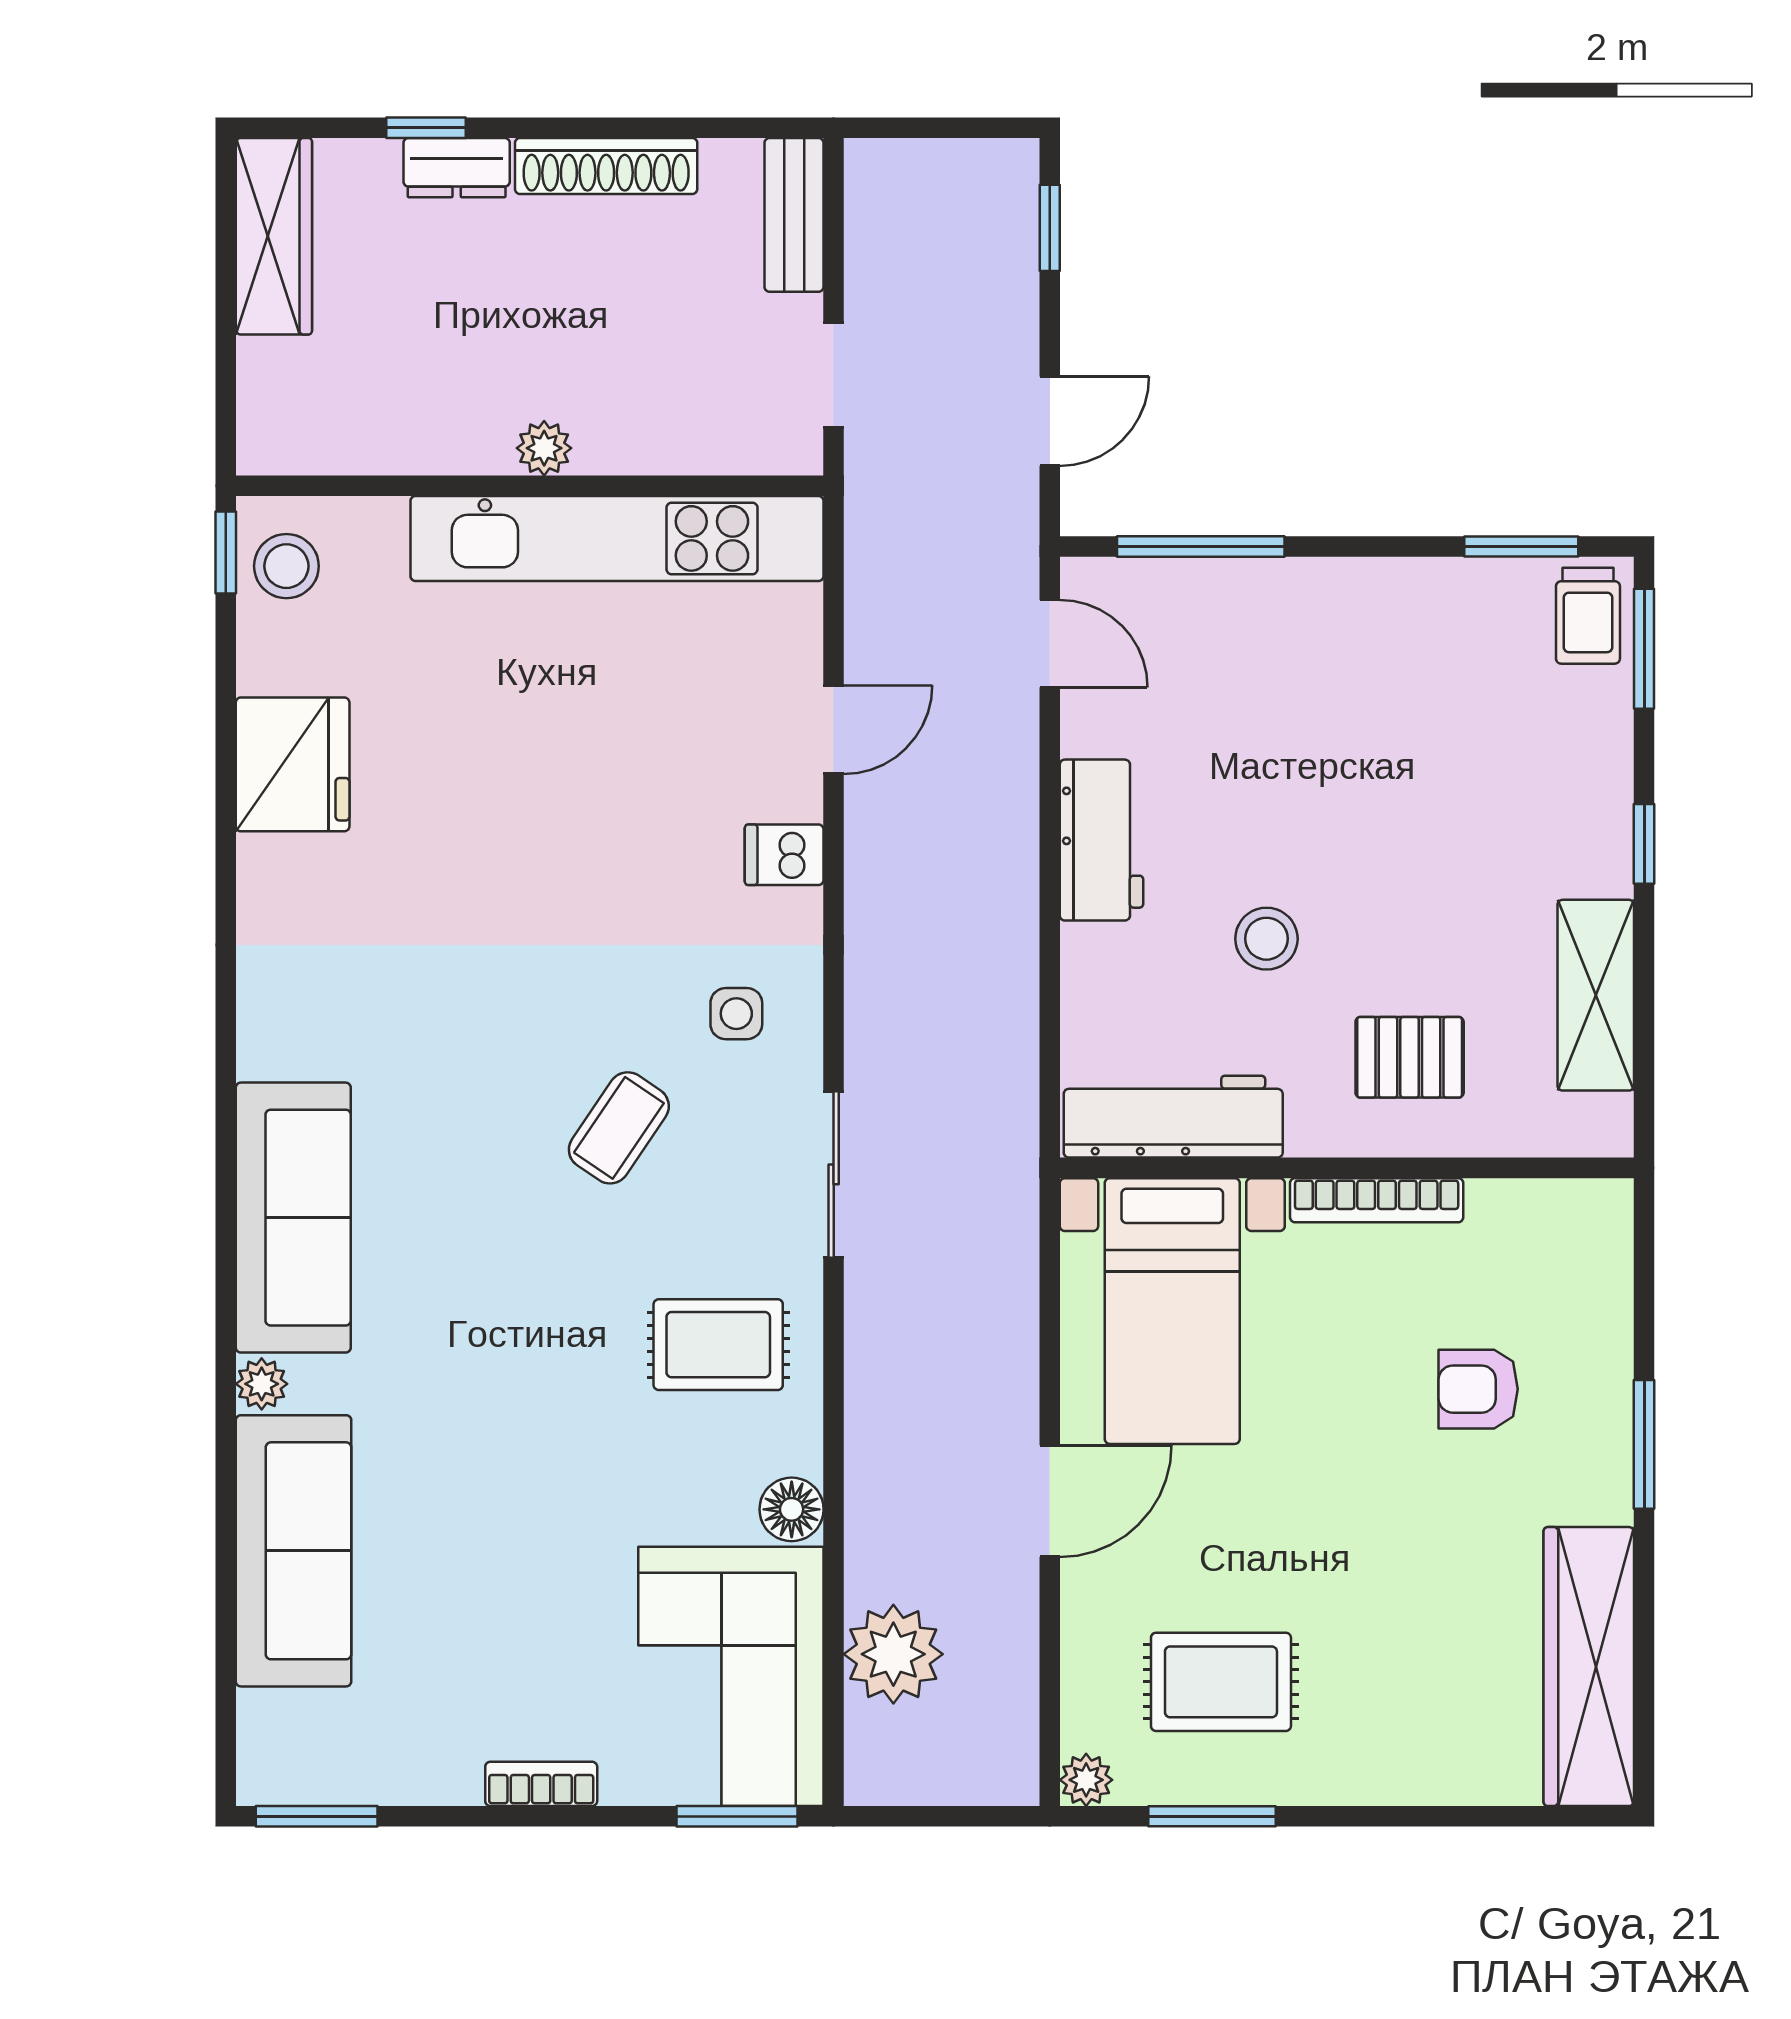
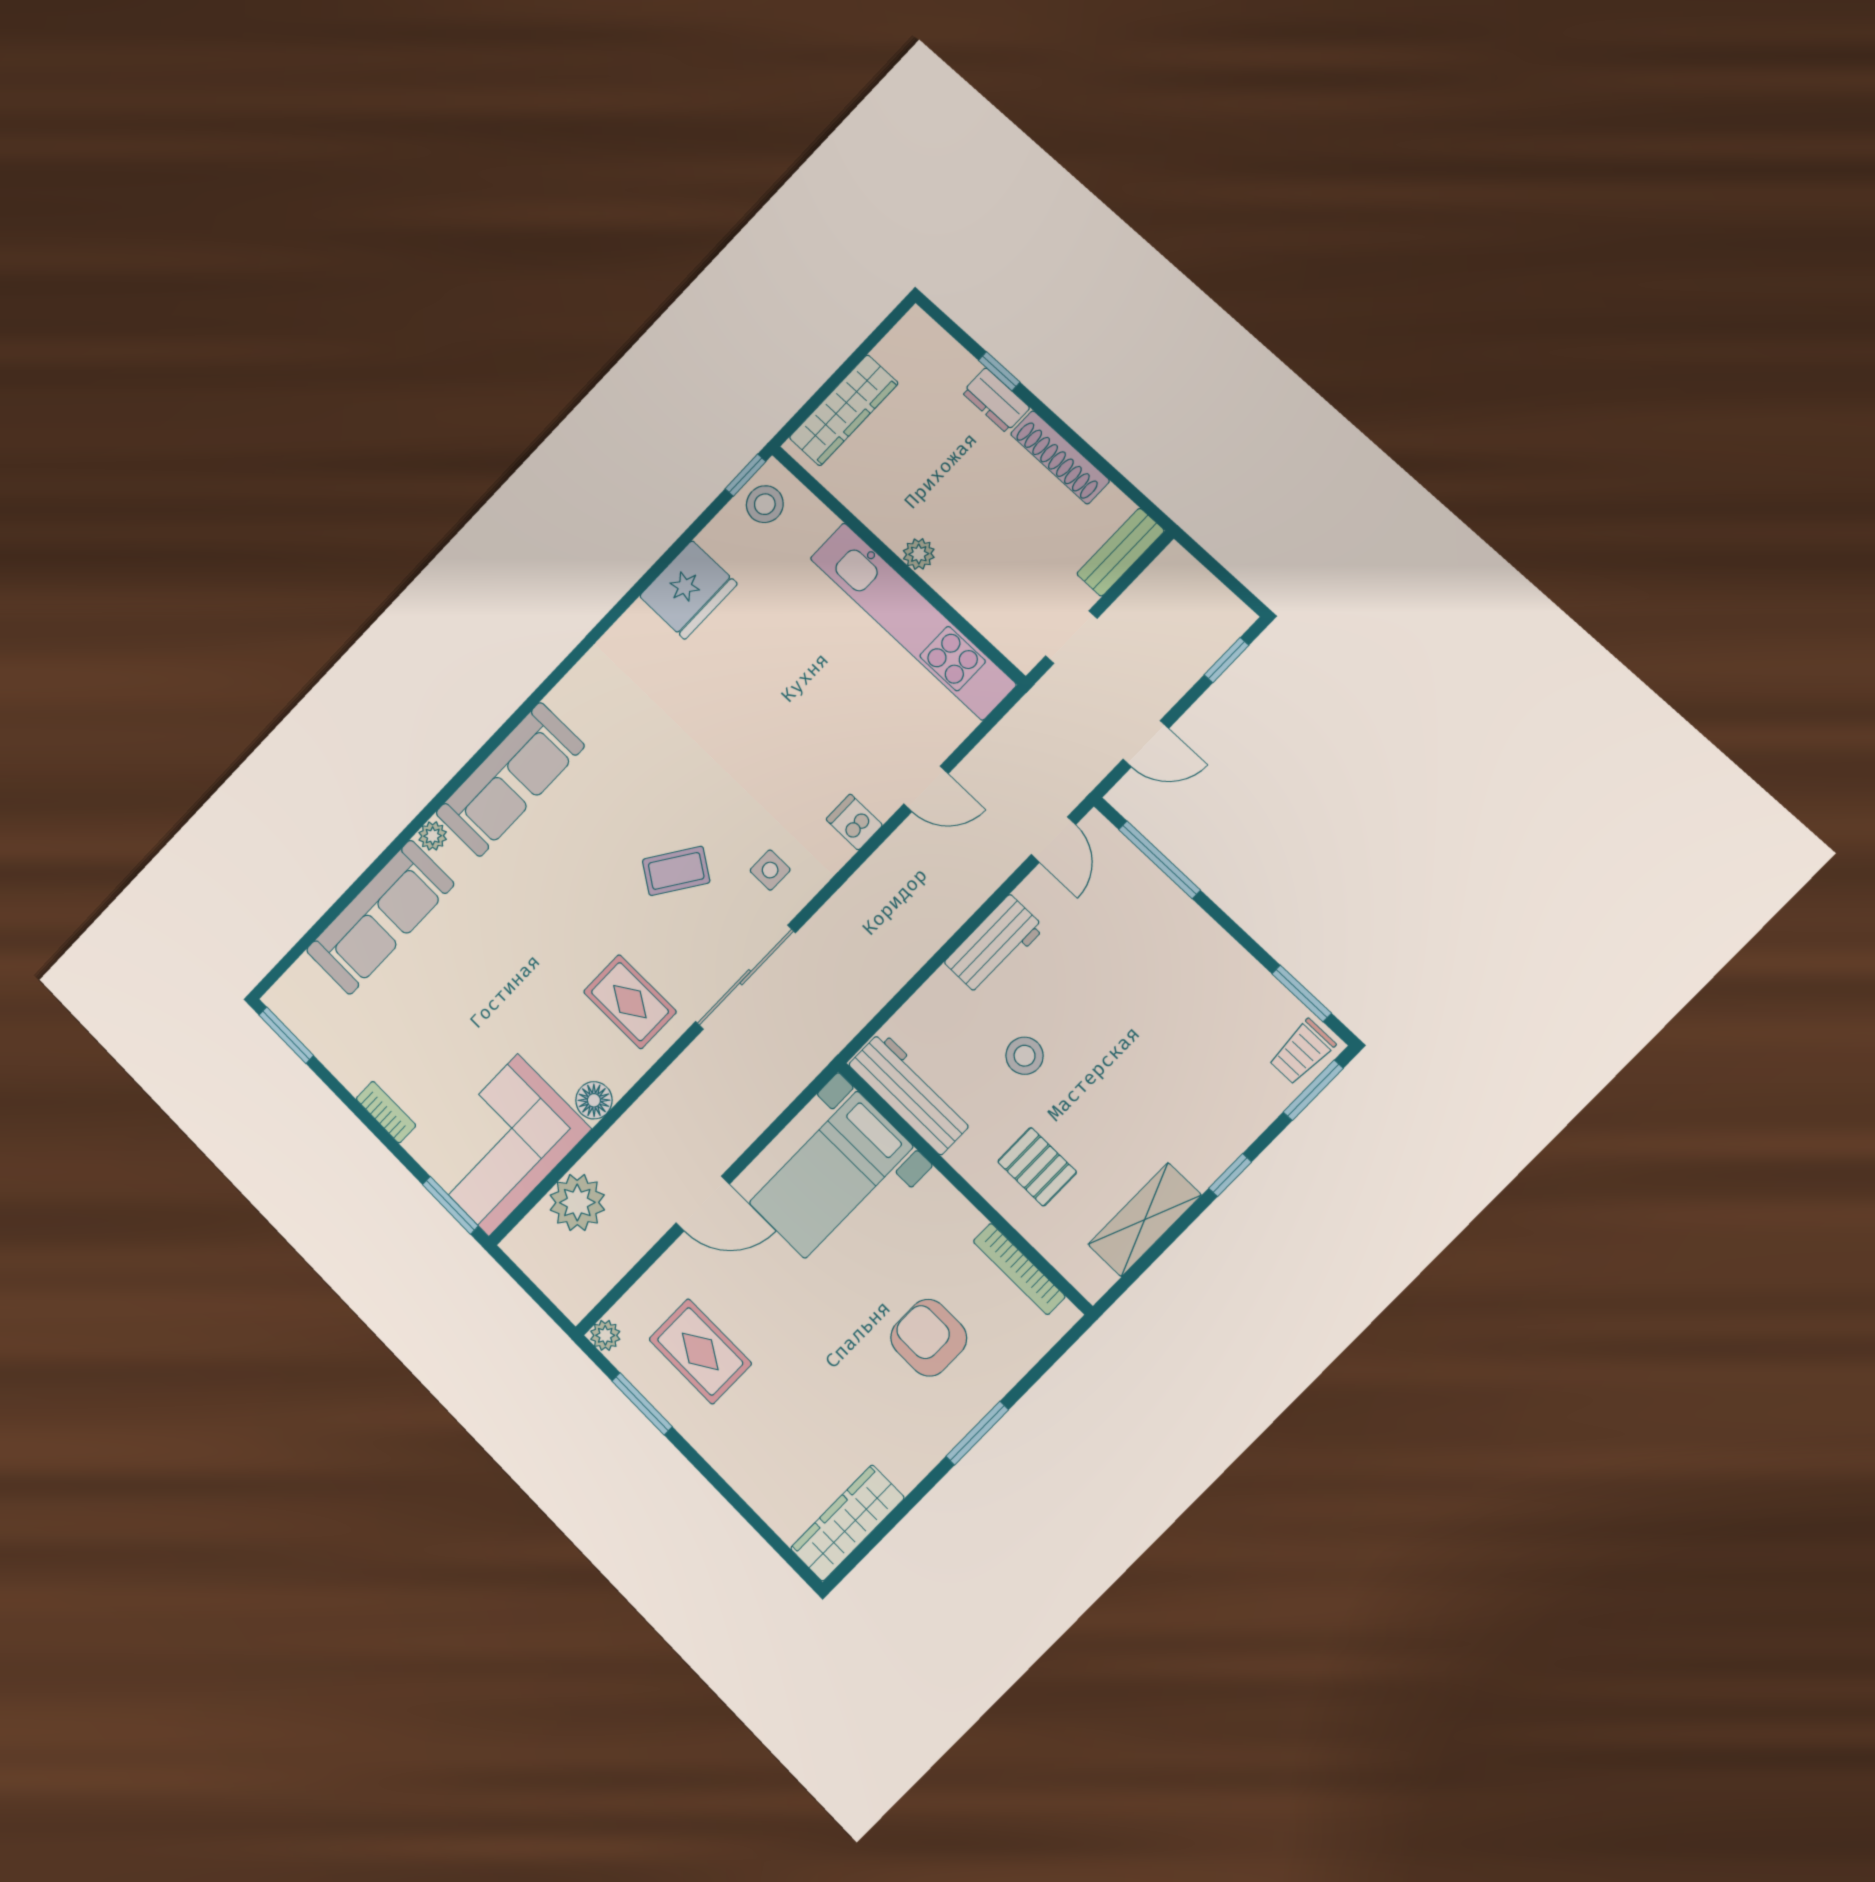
wardrobe: (274, 236) -> (844, 410), moved
sliding door: (834, 1174) -> (745, 977), width x1.37
bookcase: (1377, 1200) -> (1019, 1269), moved
armchair: (1478, 1389) -> (929, 1338), width x1.38, depth x1.38
wardrobe: (1589, 1667) -> (847, 1523), width x0.71, depth x0.85

